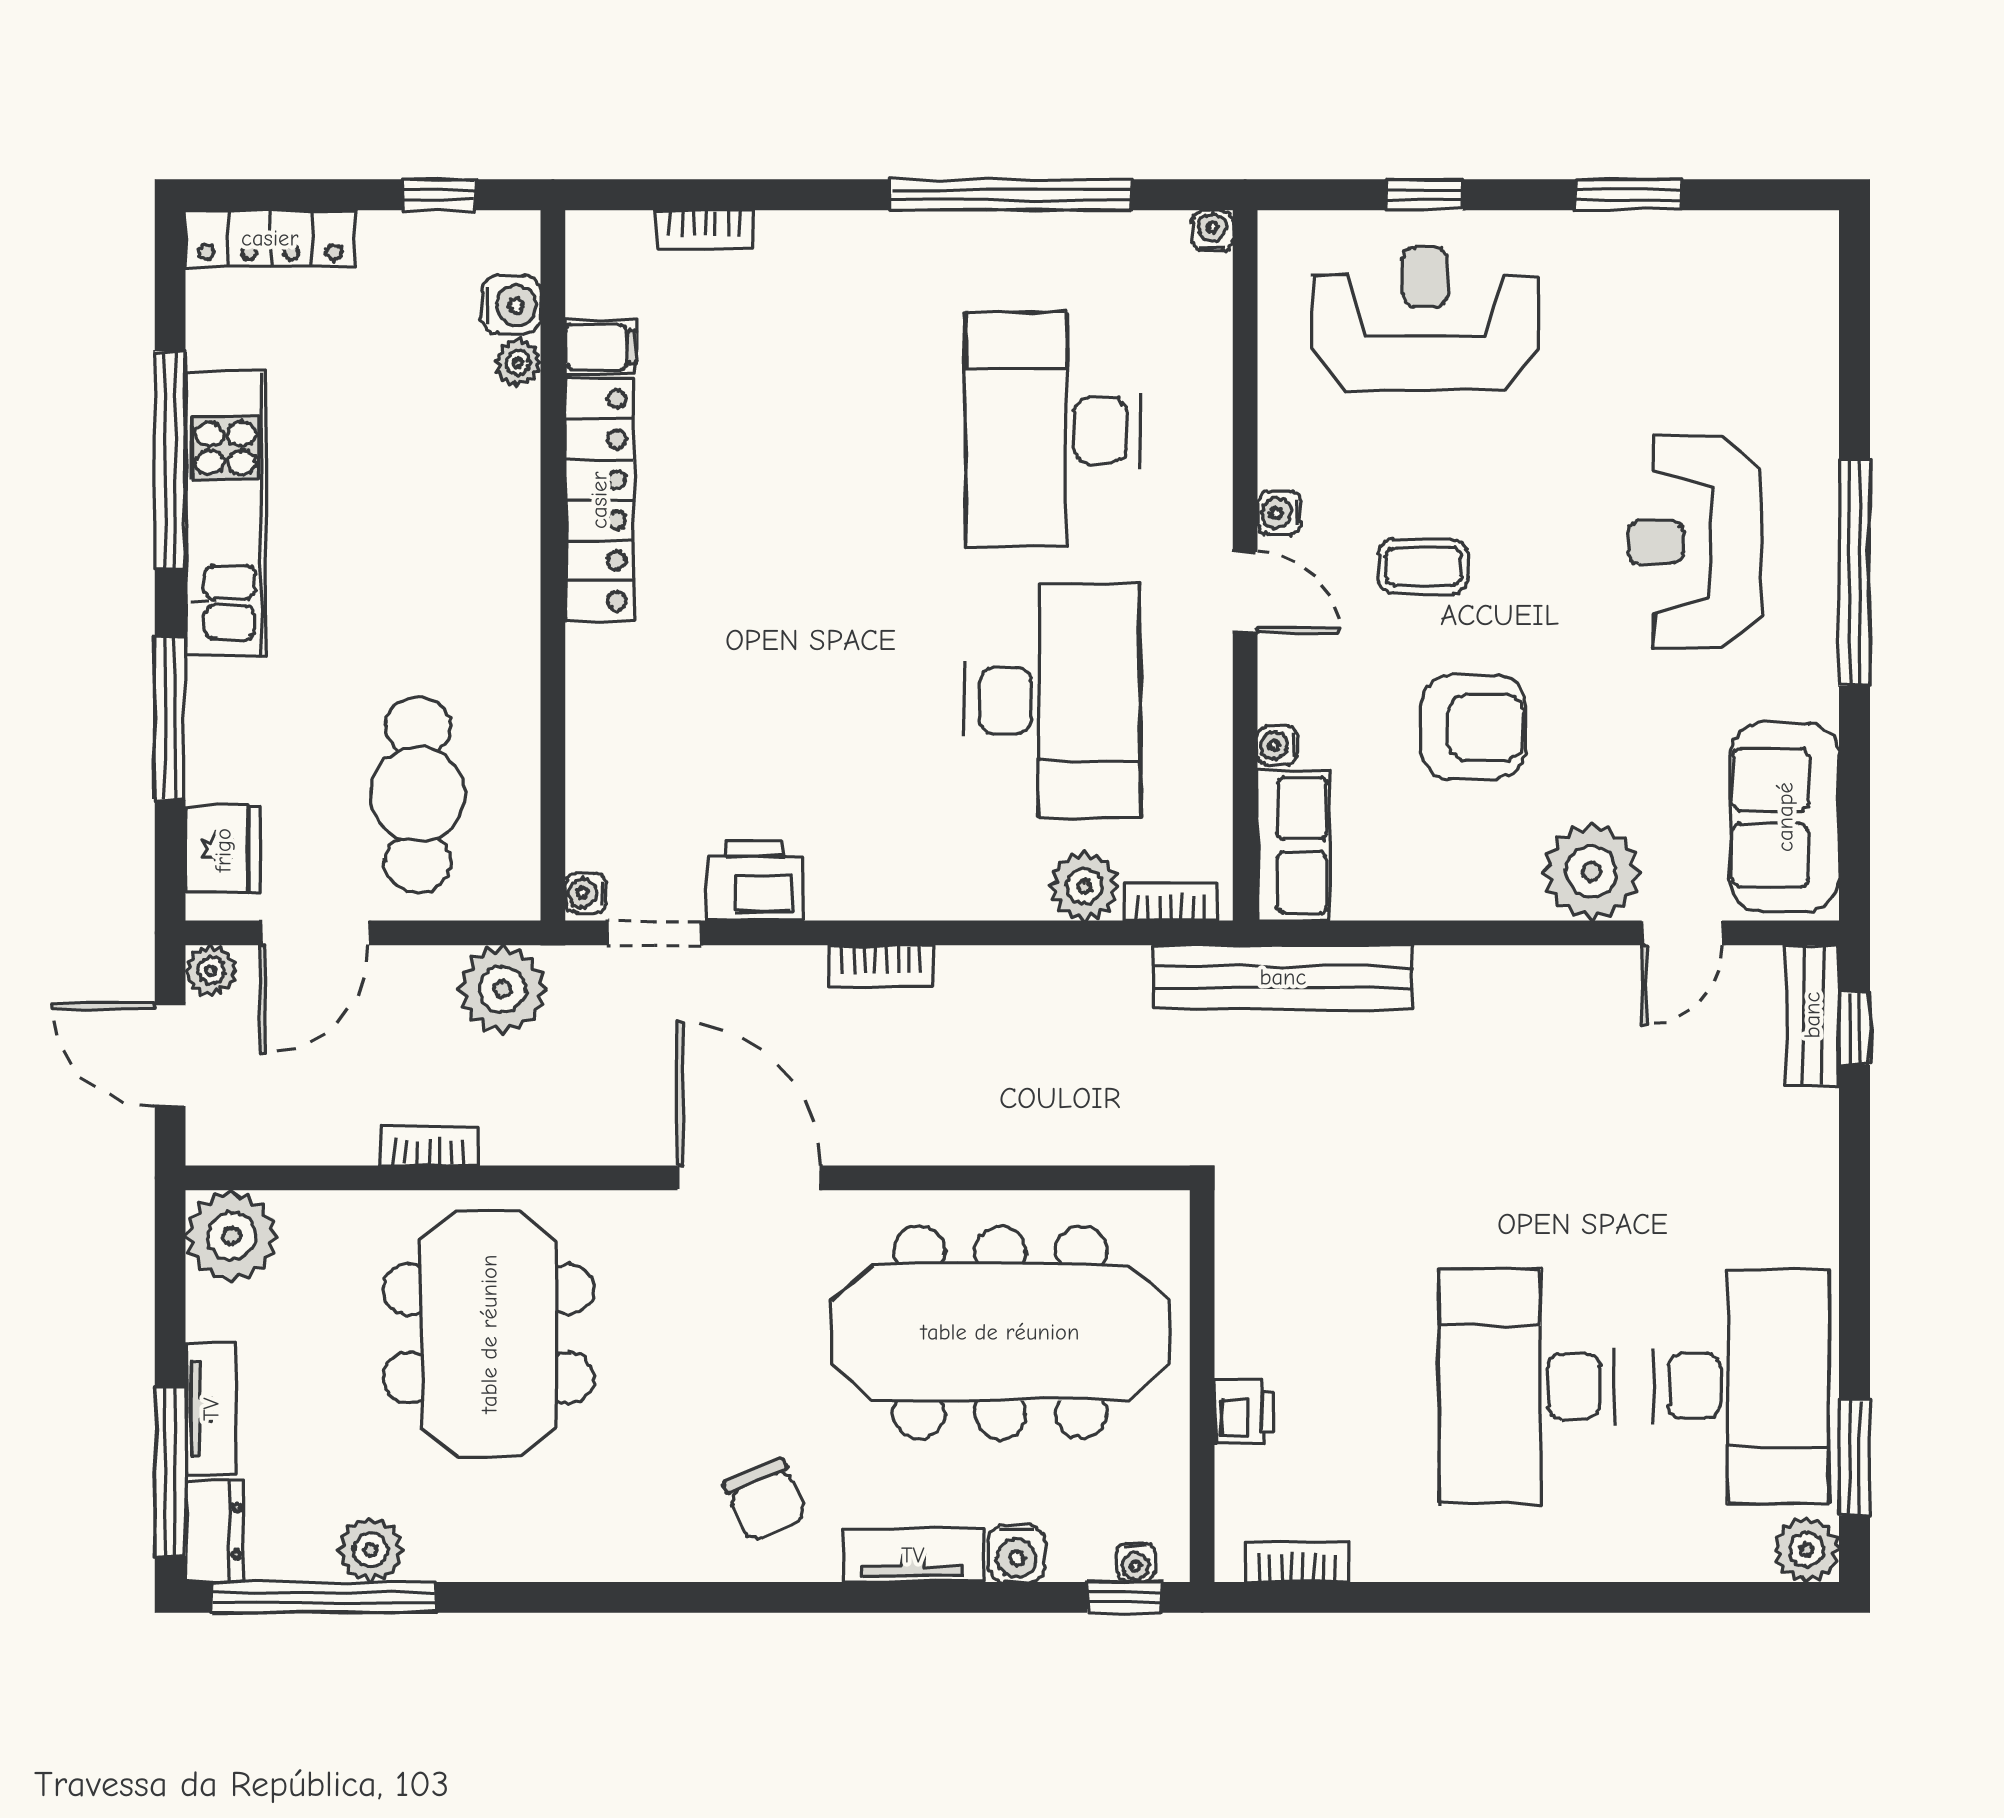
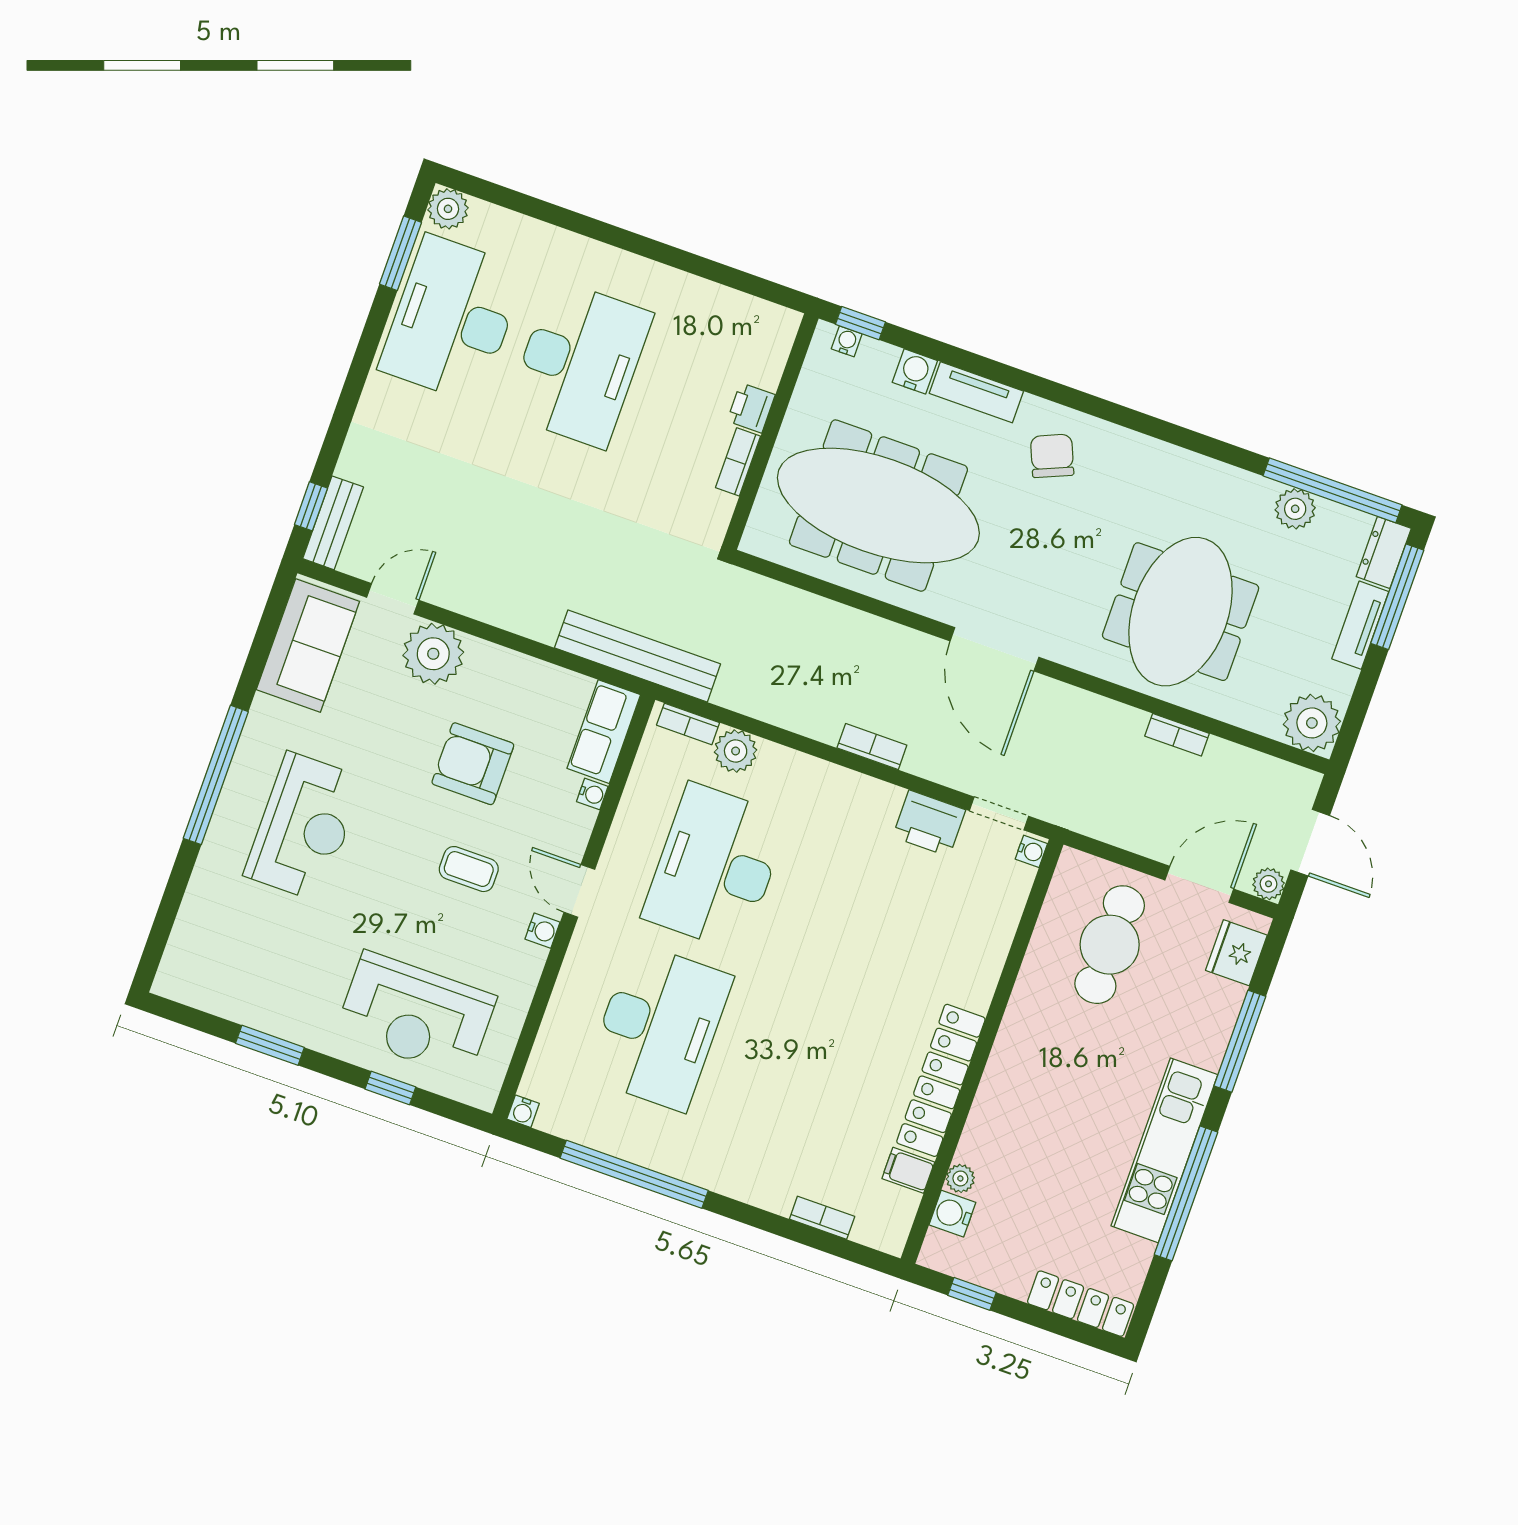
plant: (502, 989) -> (1100, 812), removed
bookcase: (1297, 1562) -> (738, 462), moved, turned 90

